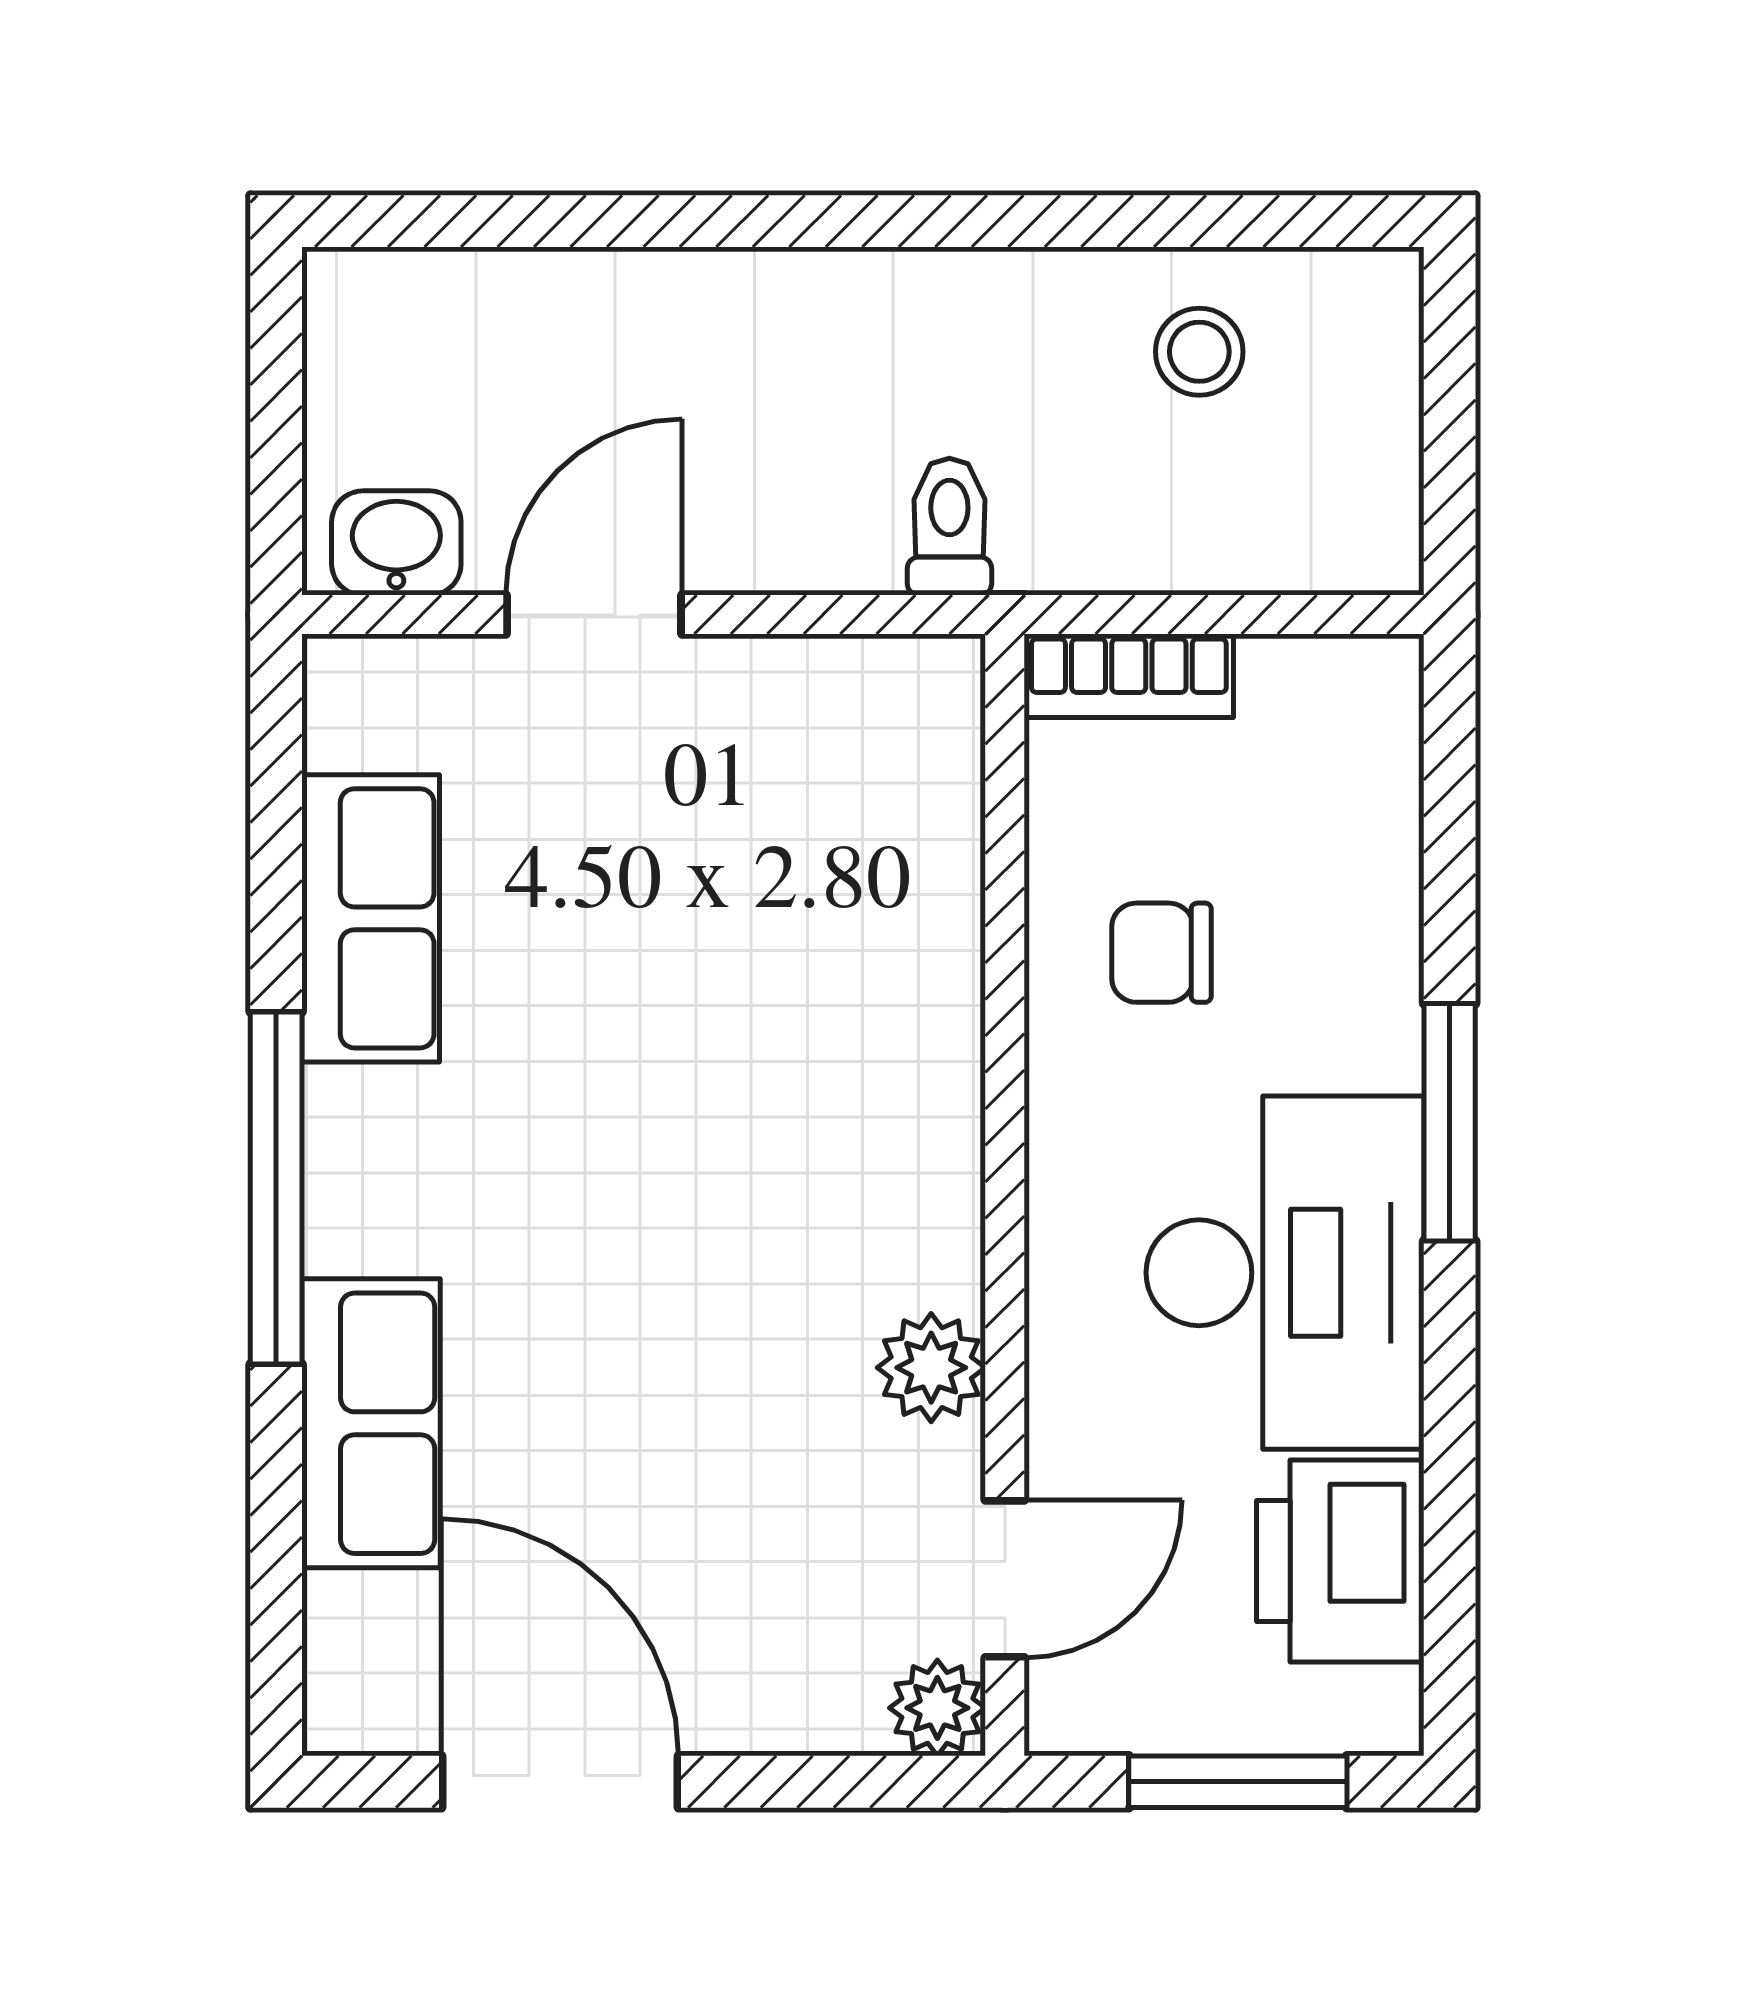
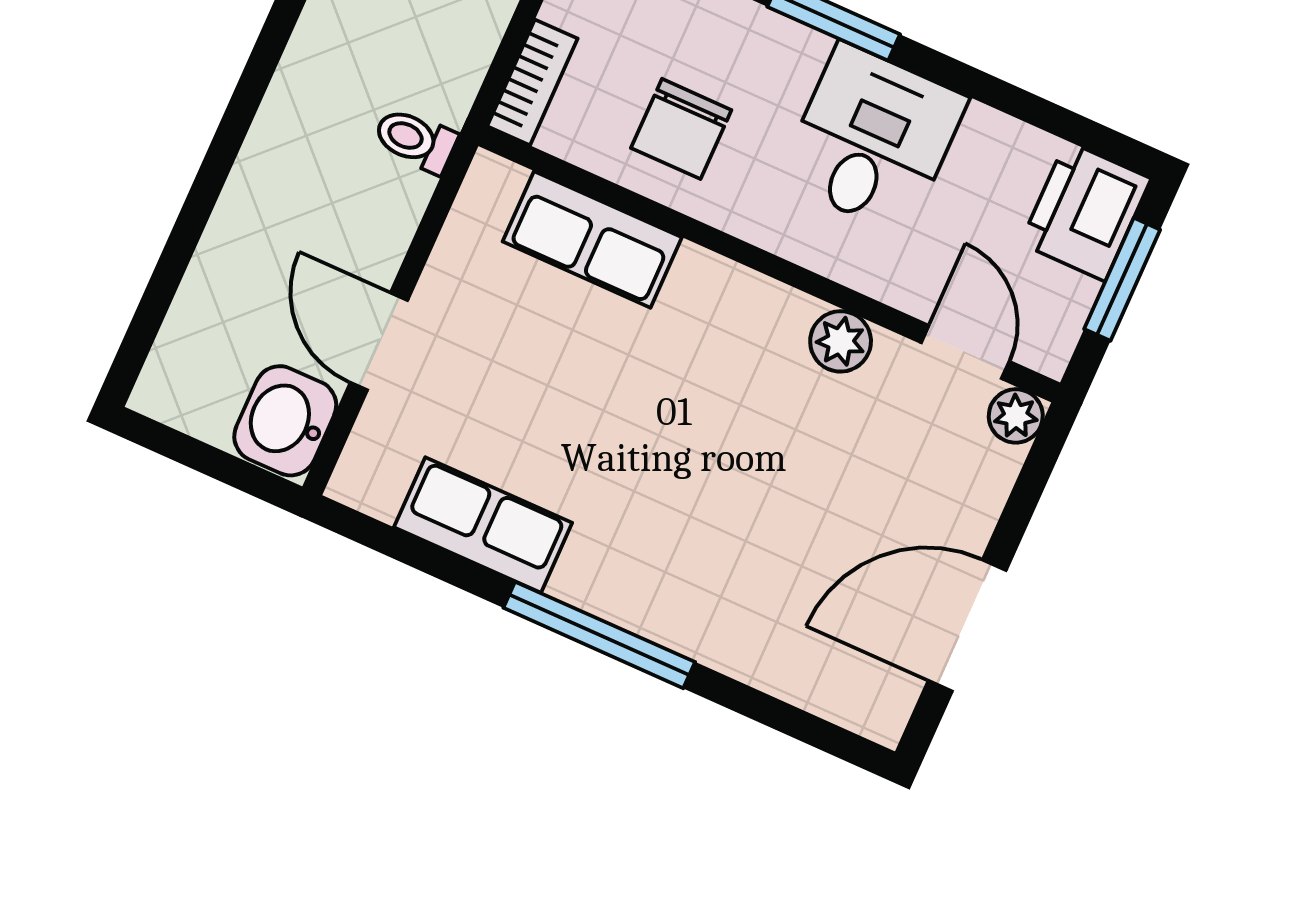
washbasin: (396, 543) -> (285, 421), width x1.38, depth x1.45
chair: (1161, 953) -> (681, 129), width x1.37, depth x1.37
desk: (1285, 1273) -> (873, 139), width x0.73
row of seats: (371, 1423) -> (592, 239), moved, turned 180
printer: (1340, 1561) -> (1086, 211), moved, turned 90

